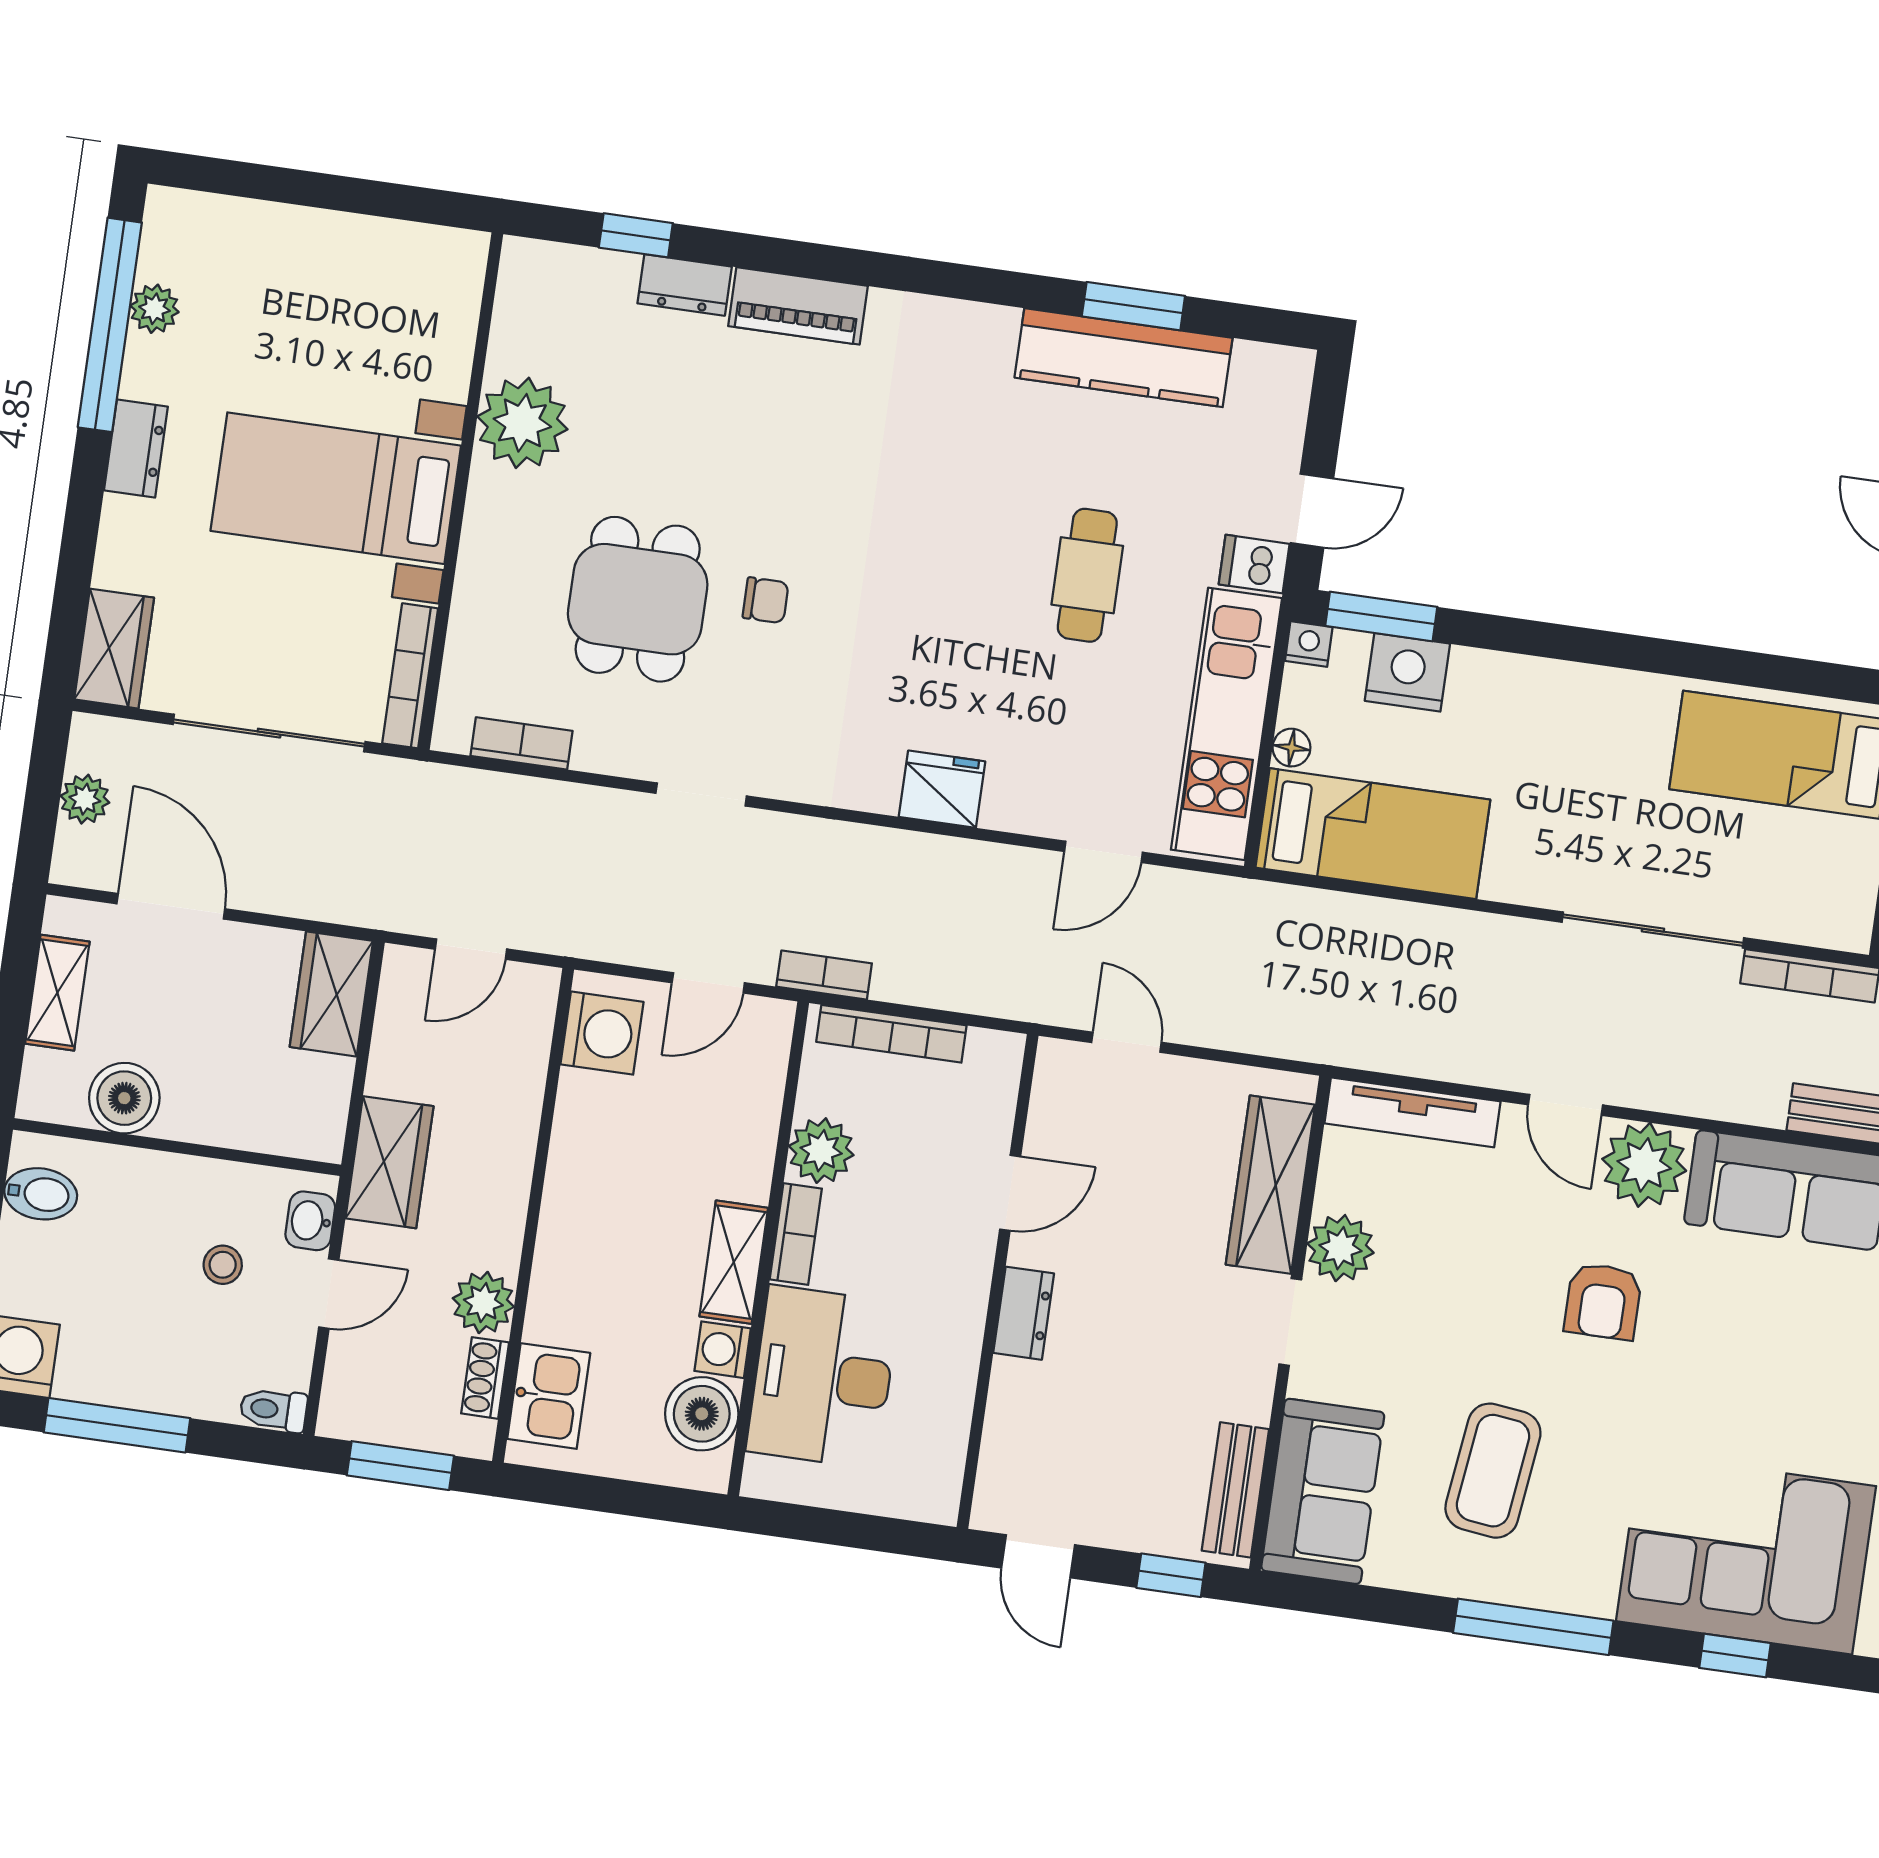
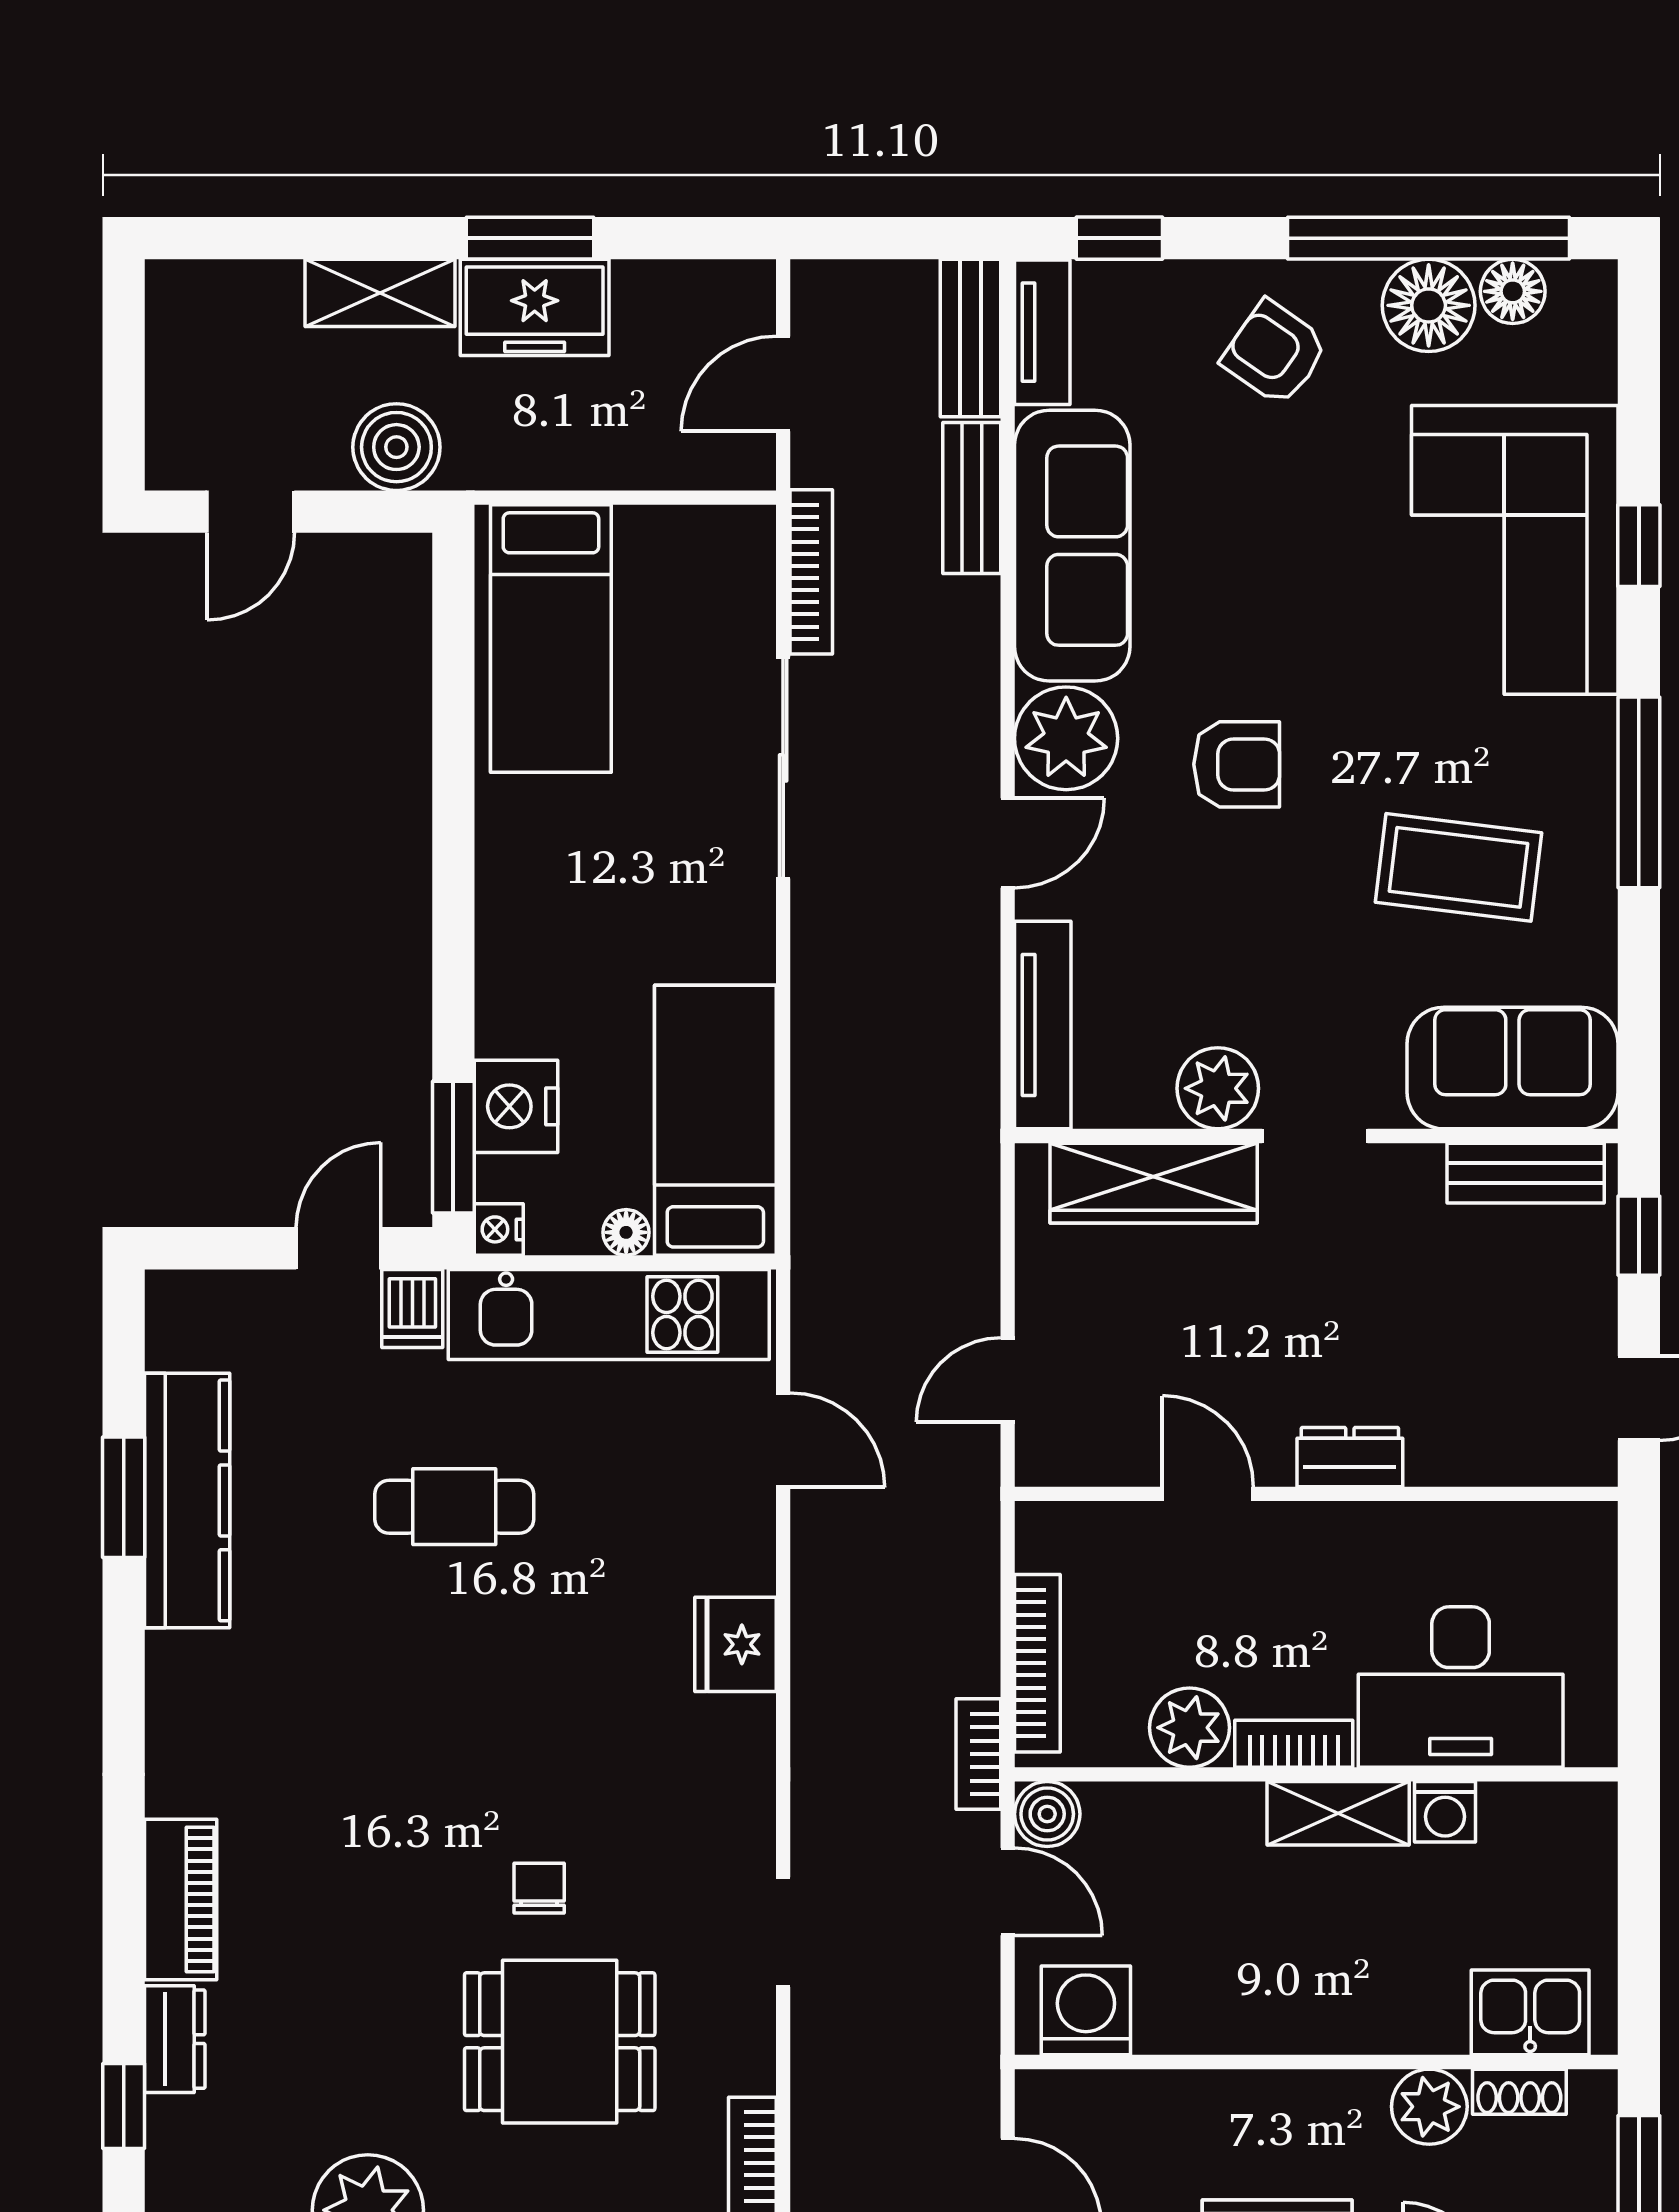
door: (1312, 511) -> (339, 1248), hinge flipped
boiler: (702, 1414) -> (1047, 1814), moved, width x0.73, depth x0.73

